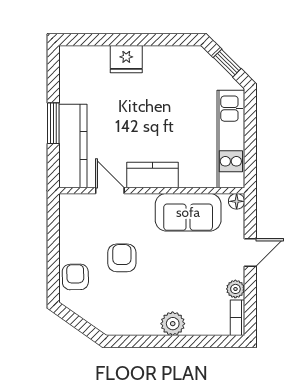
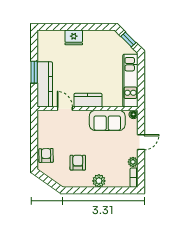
armchair: (122, 258) -> (78, 163), moved

